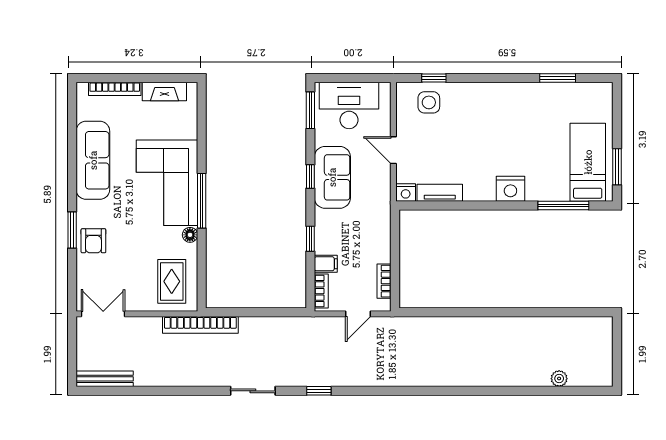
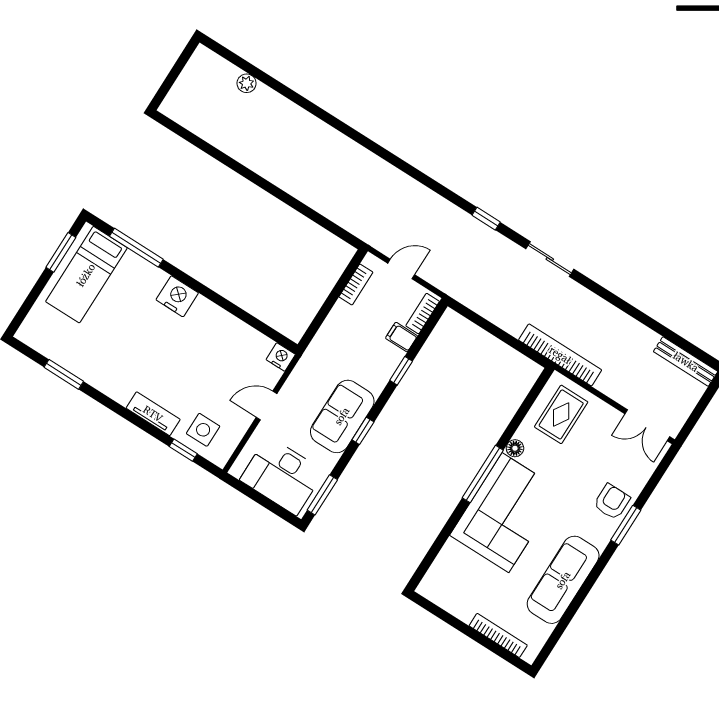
fireplace: (164, 92) -> (452, 602), removed
door: (393, 150) -> (267, 405), swing flipped
tv unit: (440, 193) -> (153, 414), moved, turned 180

